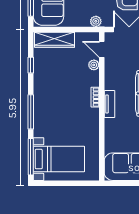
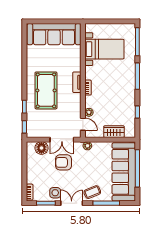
wardrobe: (55, 40) -> (114, 132), width x0.67
bed with nightstands: (59, 159) -> (104, 49), moved, turned 180

